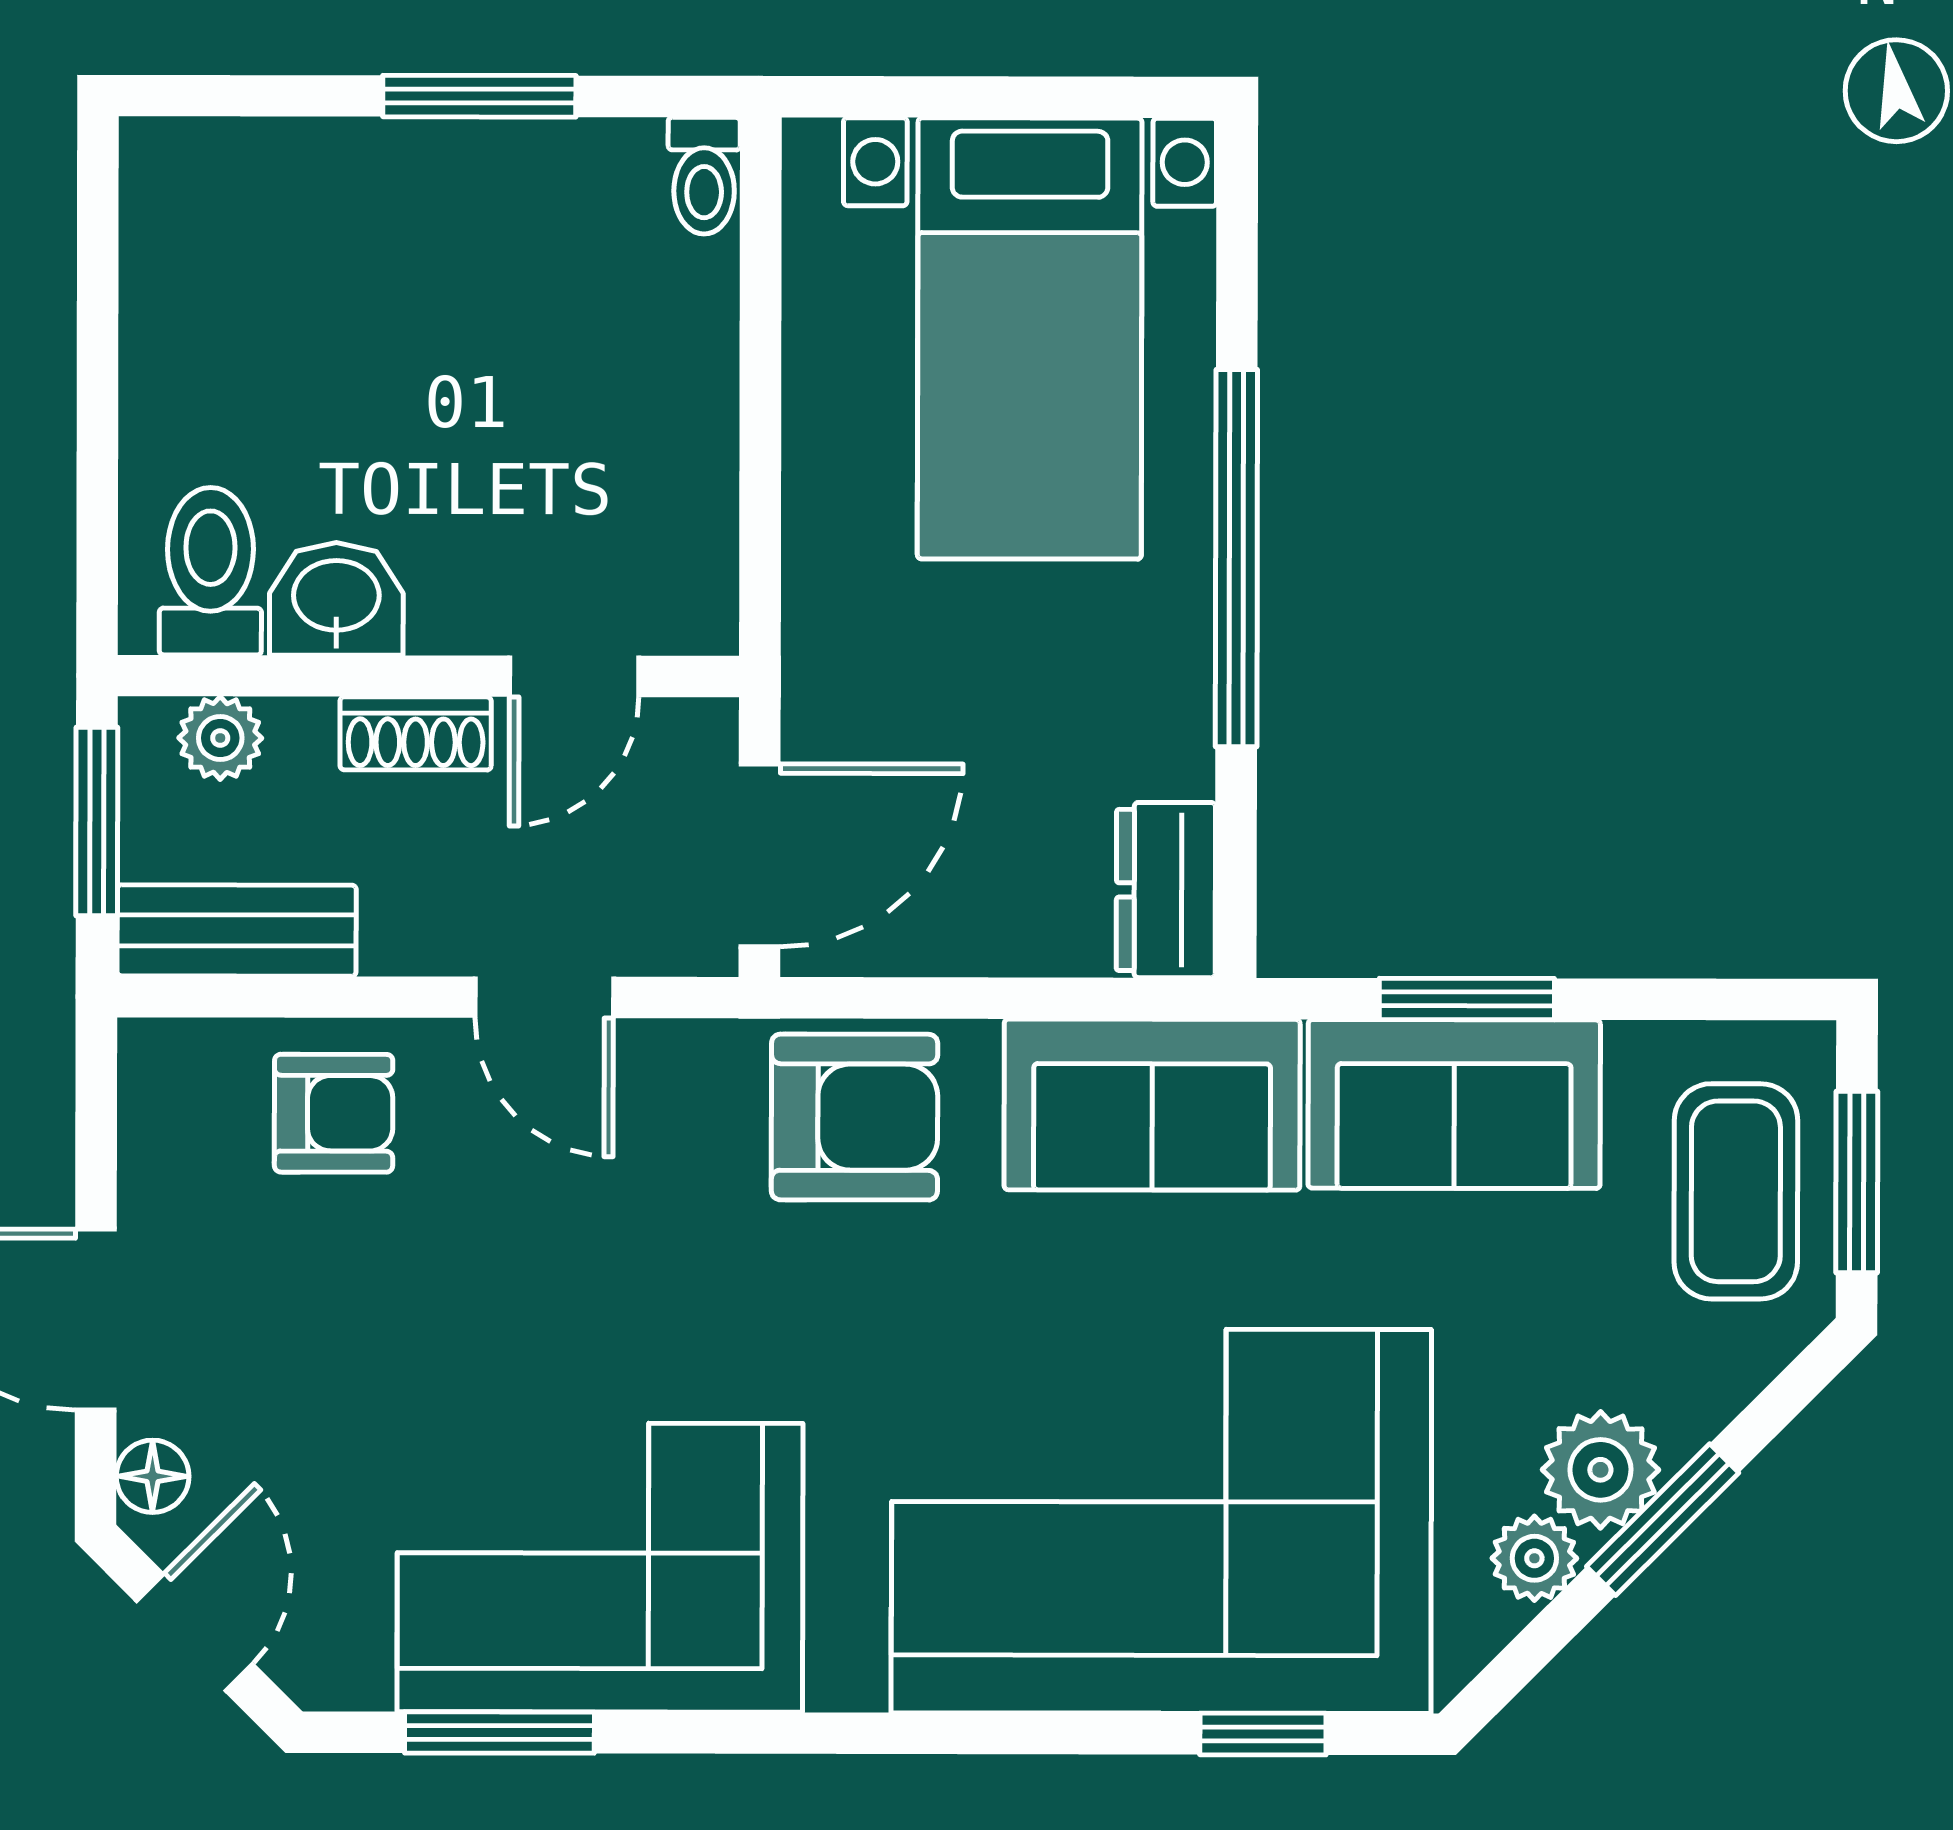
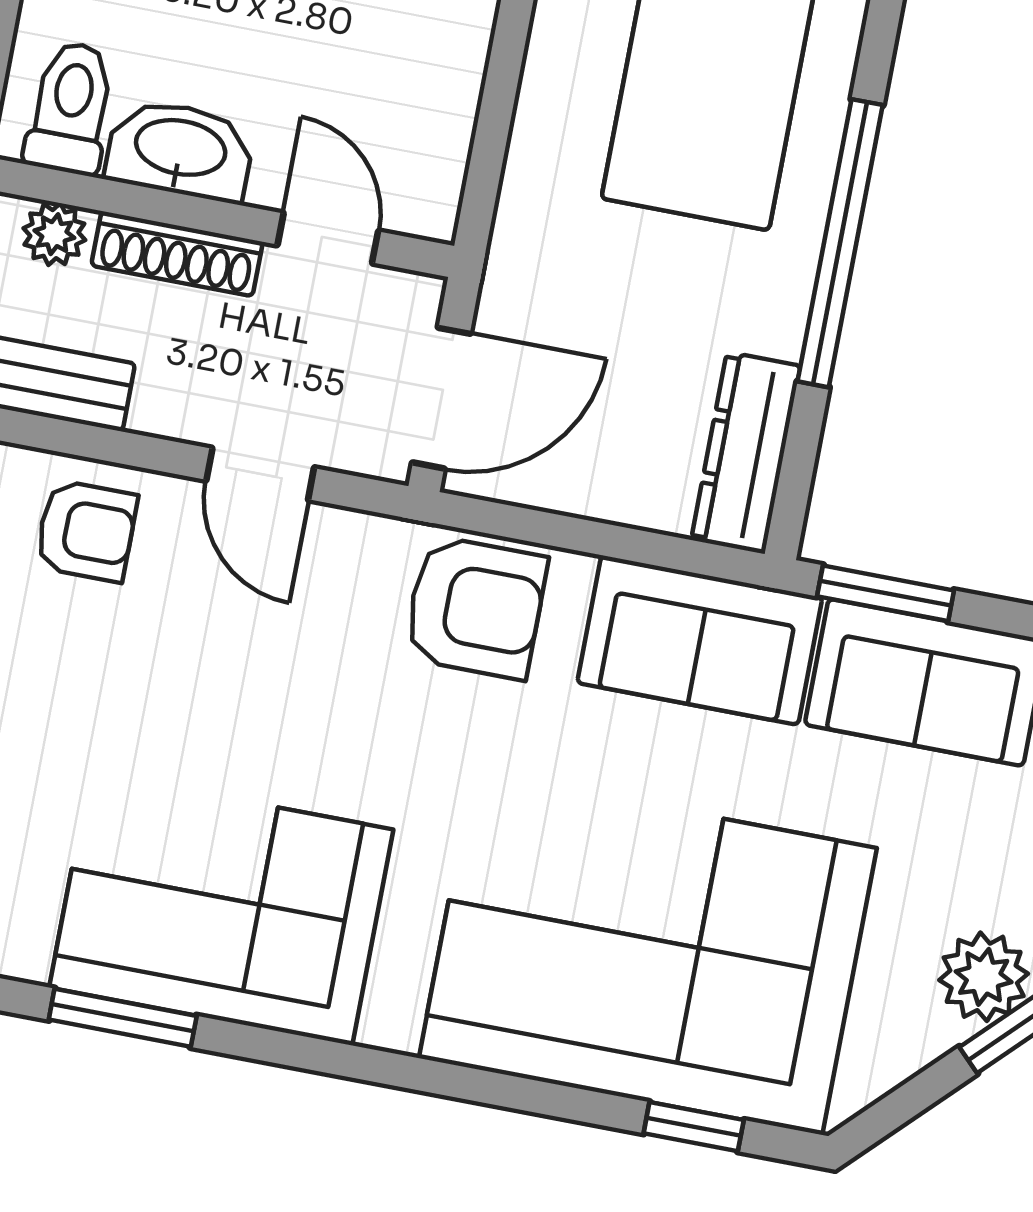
washbasin: (336, 599) -> (180, 150), width x1.38
door: (574, 676) -> (328, 238), swing flipped
shoe rack: (416, 733) -> (177, 254), width x1.43
dresser: (1166, 890) -> (746, 453), width x1.44
window: (1467, 999) -> (886, 593), moved
plant: (1534, 1558) -> (922, 1034), removed

